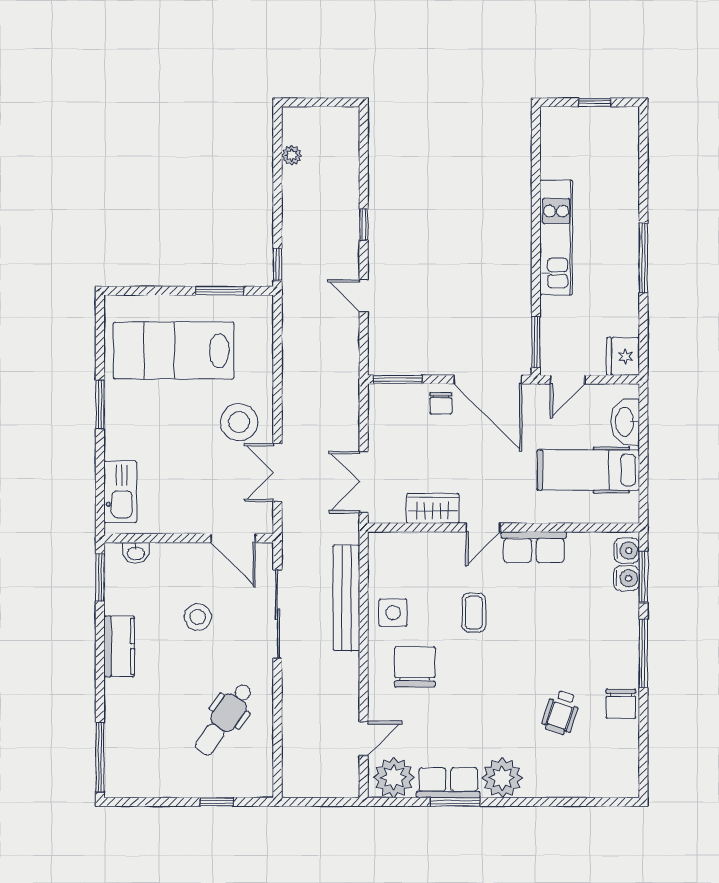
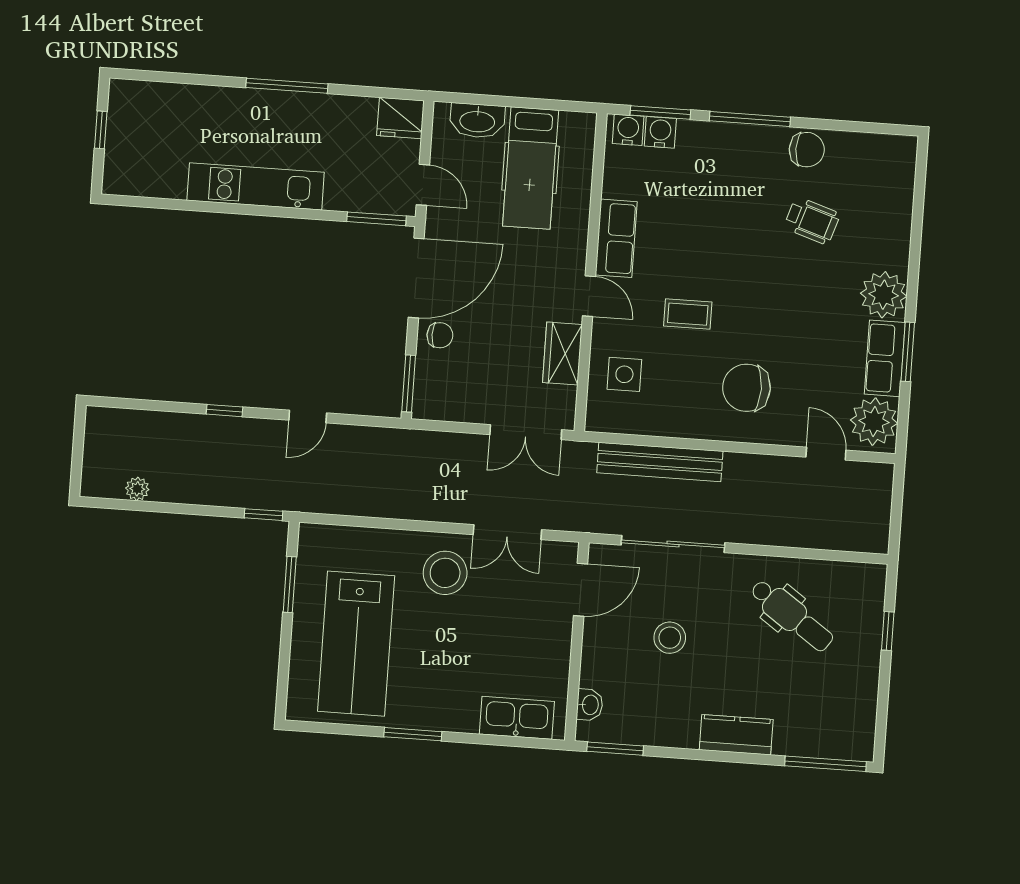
side table: (393, 613) -> (624, 374), moved
kitchen counter: (119, 646) -> (736, 735), moved

